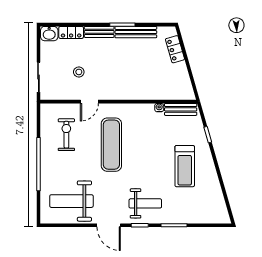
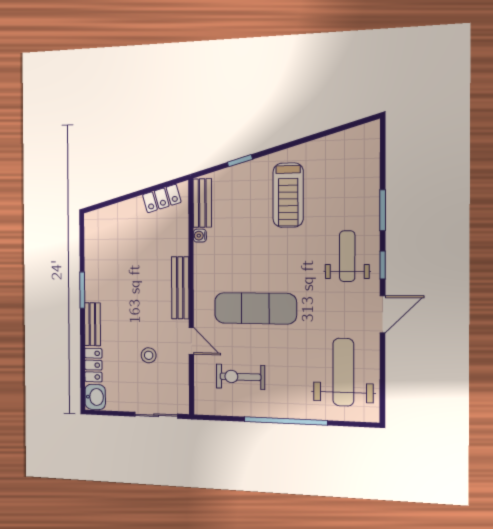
bench: (136, 32) -> (180, 288), moved
locker: (175, 49) -> (162, 198), moved
treadmill: (185, 166) -> (288, 195), turned 90
weight bench: (71, 201) -> (343, 372), turned 180

